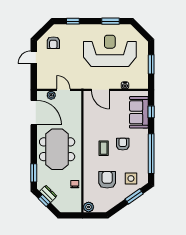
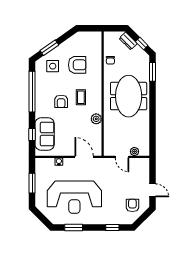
door: (34, 57) -> (152, 190), hinge flipped
door: (34, 113) -> (152, 134), removed
armchair: (107, 180) -> (77, 65), turned -90
dresser: (48, 194) -> (128, 41), moved
plant: (89, 207) -> (96, 119), moved

